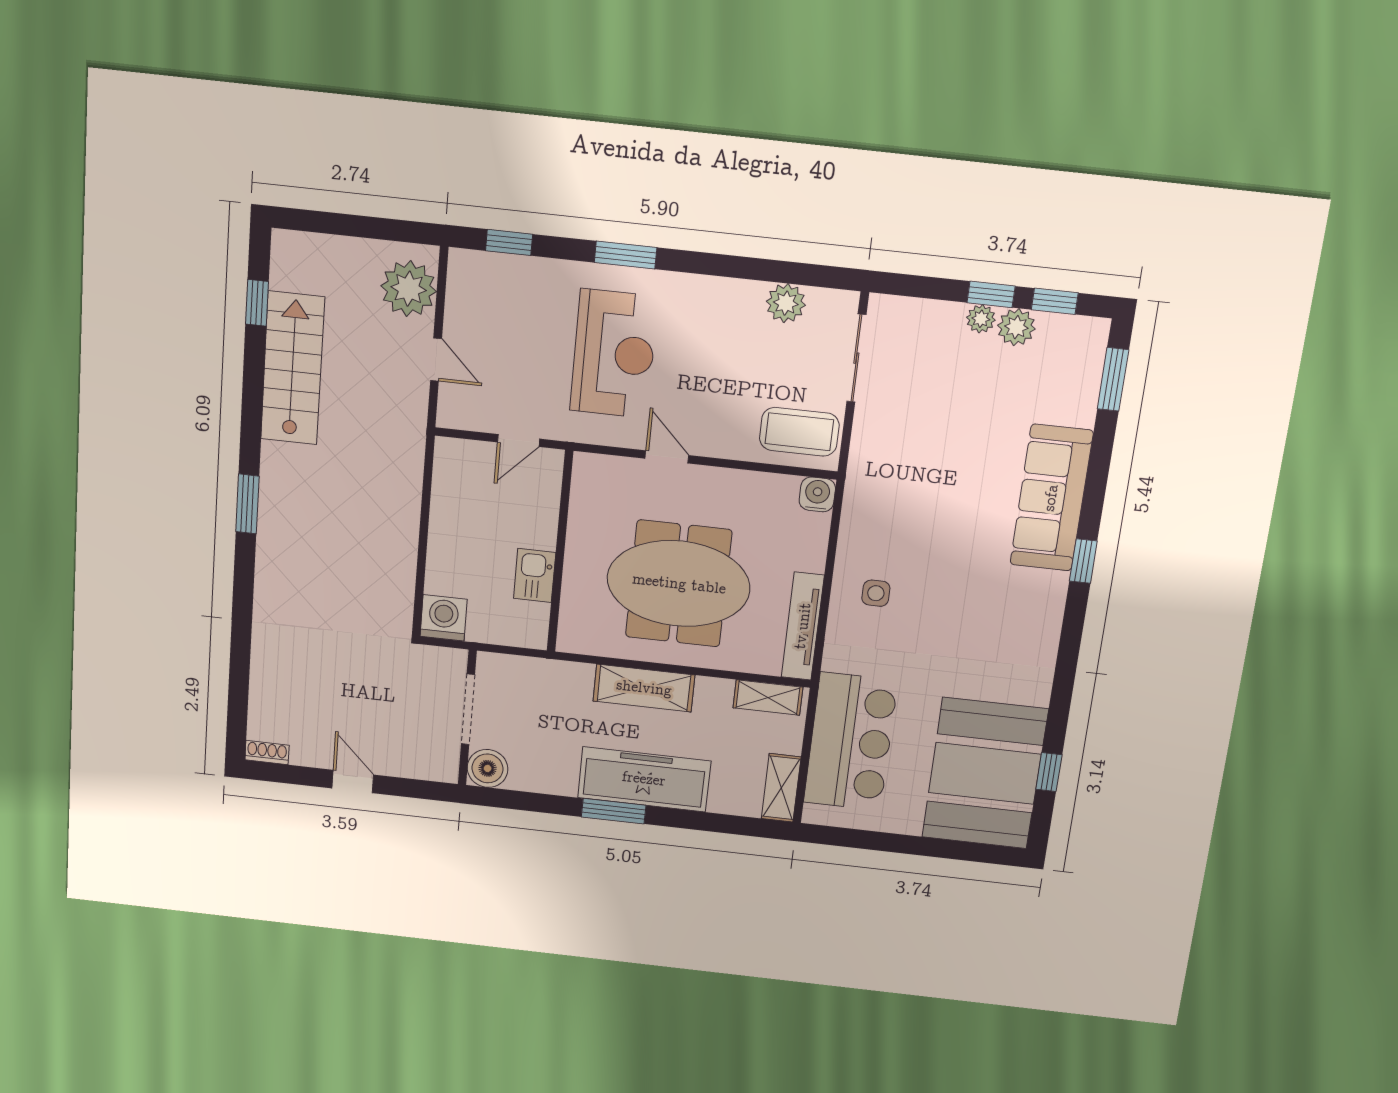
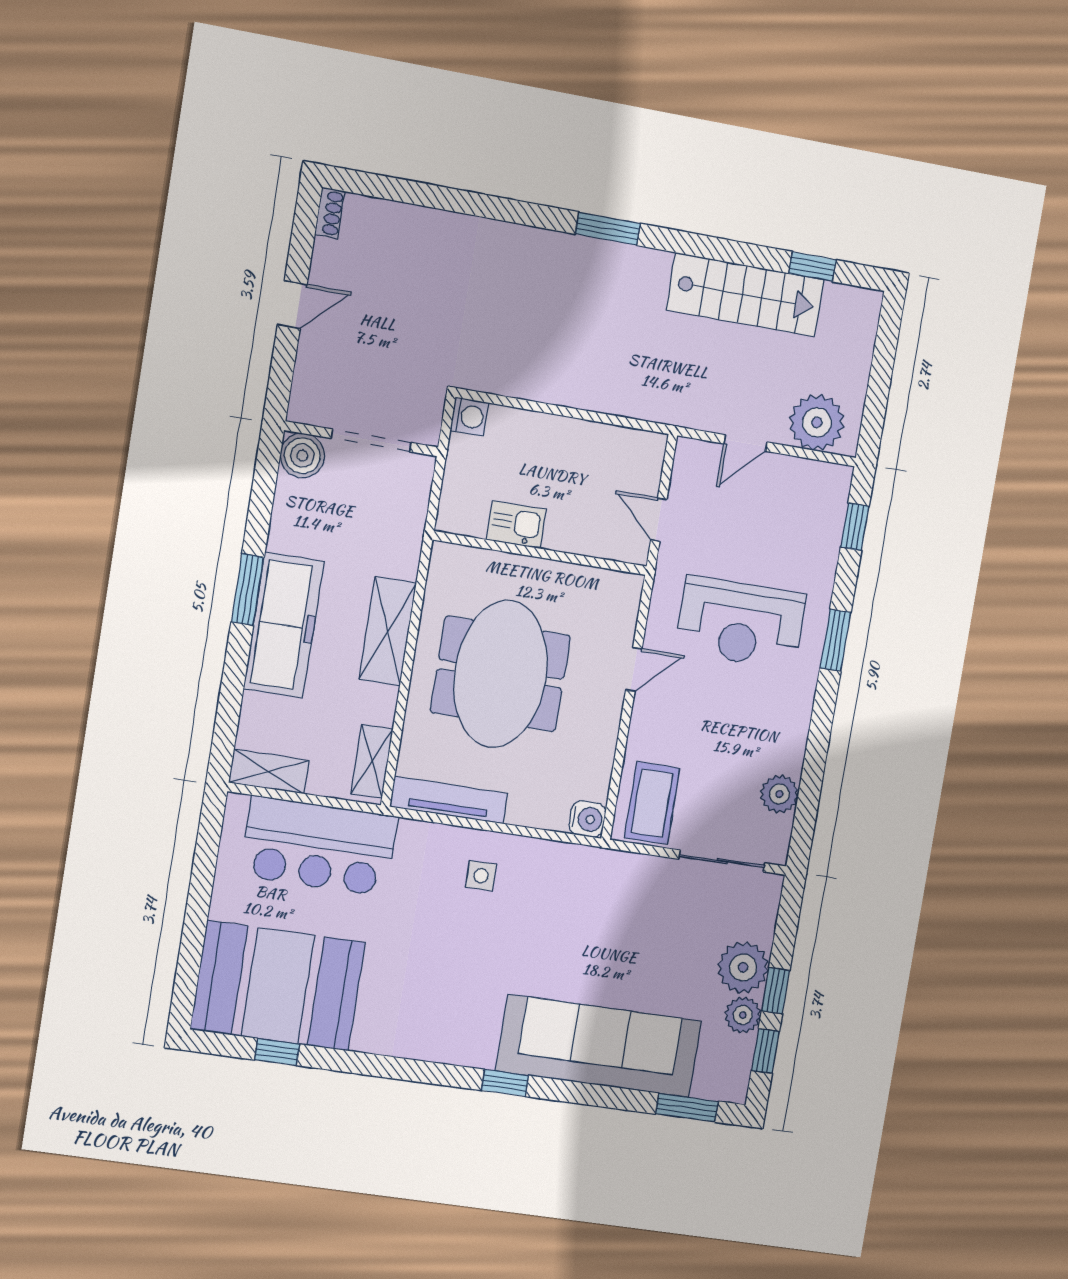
plant: (981, 319) -> (743, 967), width x1.88, depth x1.88
sofa: (1051, 498) -> (599, 1046), width x1.36, depth x1.27
washing machine: (444, 618) -> (469, 416), width x0.73, depth x0.73

